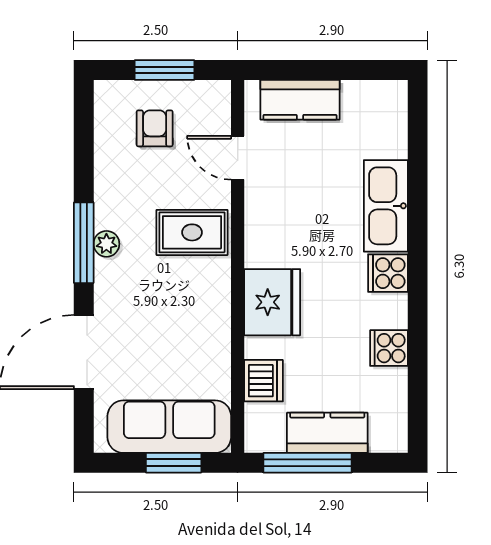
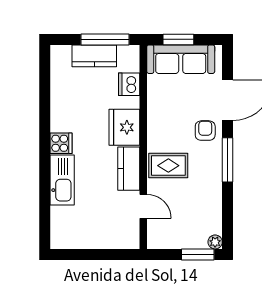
window: (165, 70) -> (198, 254), moved
kitchen counter: (300, 100) -> (129, 169), moved, turned -90
armchair: (155, 128) -> (205, 131), moved, turned 180
plant: (106, 244) -> (215, 242), moved
cooker: (389, 348) -> (60, 102), removed

